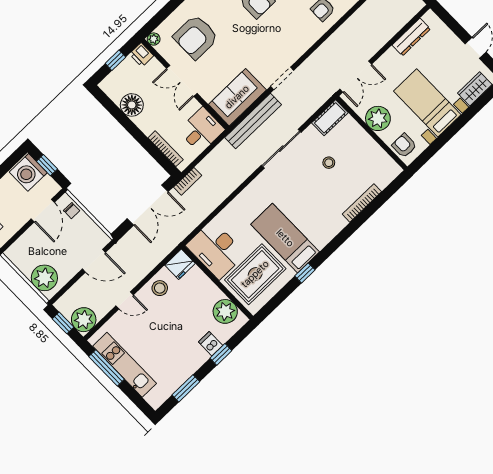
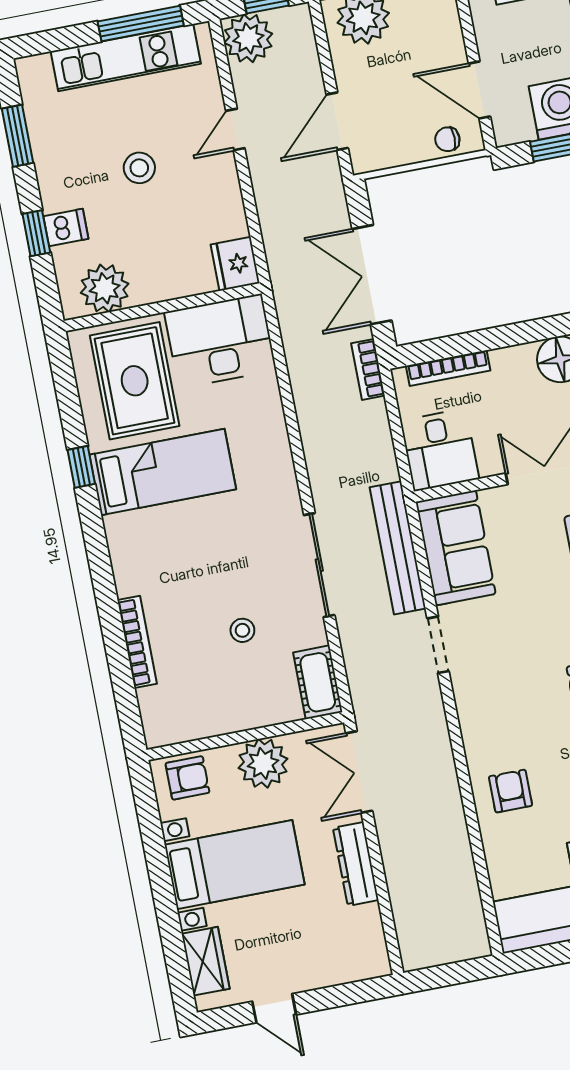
dresser: (411, 37) -> (356, 864), moved
stool: (160, 288) -> (139, 168), moved

